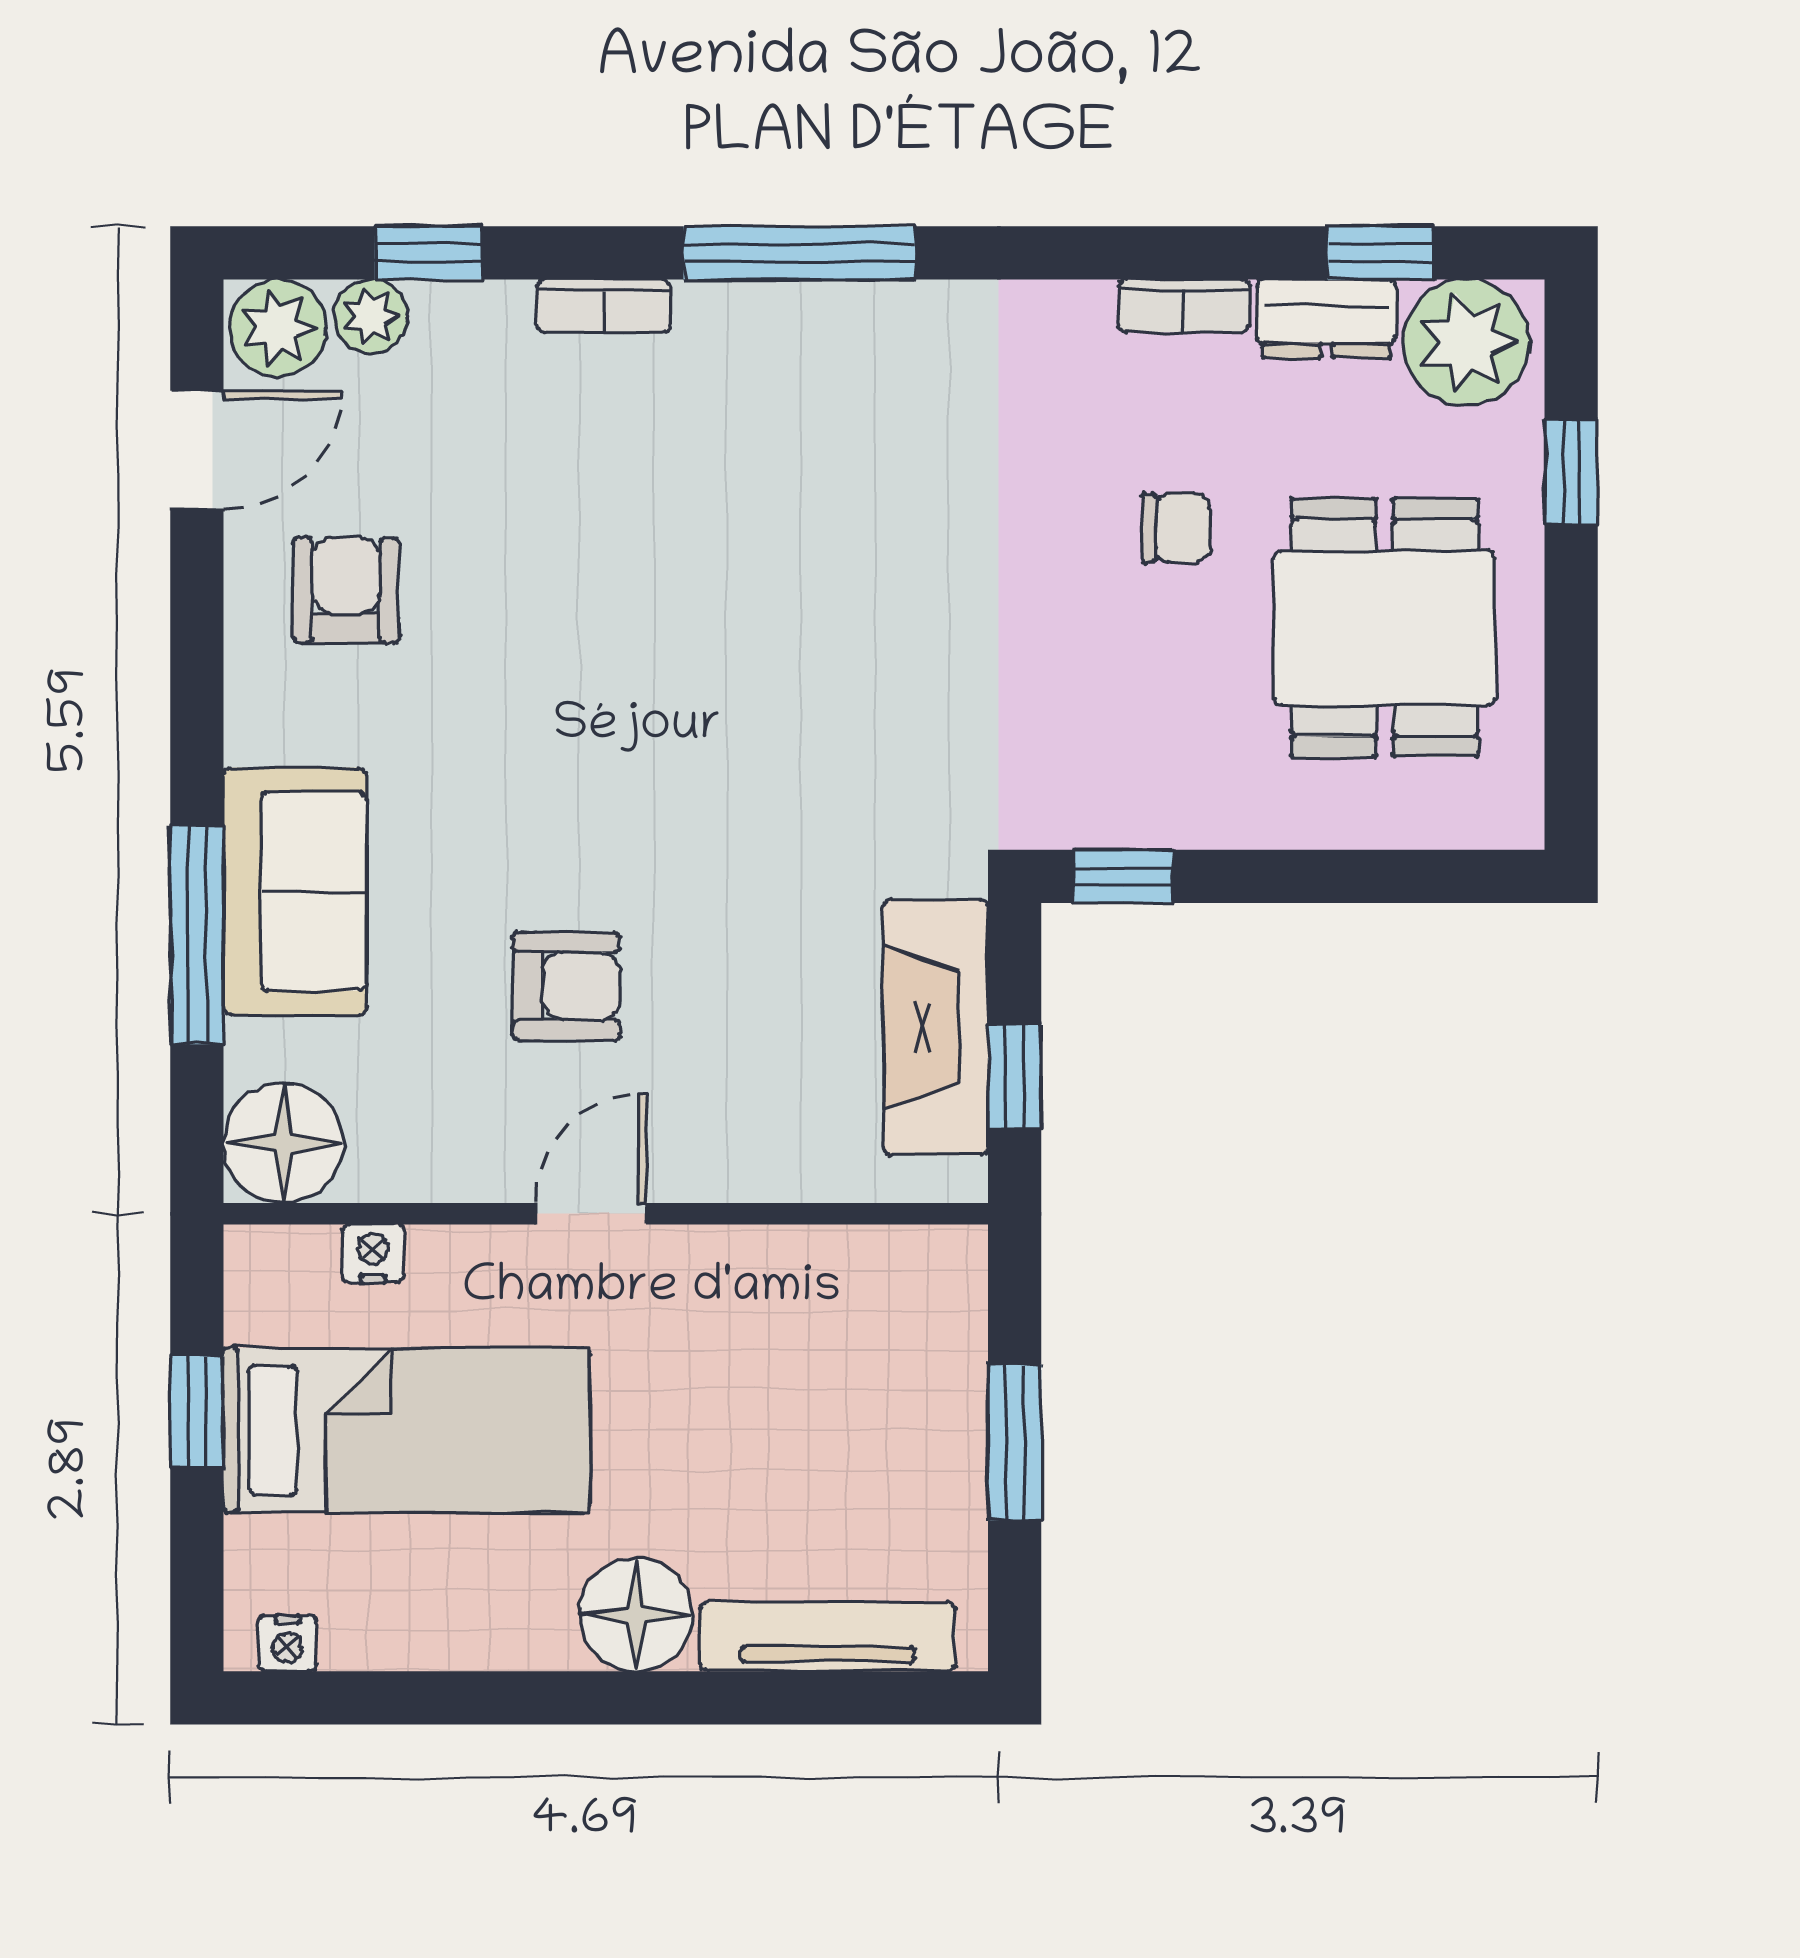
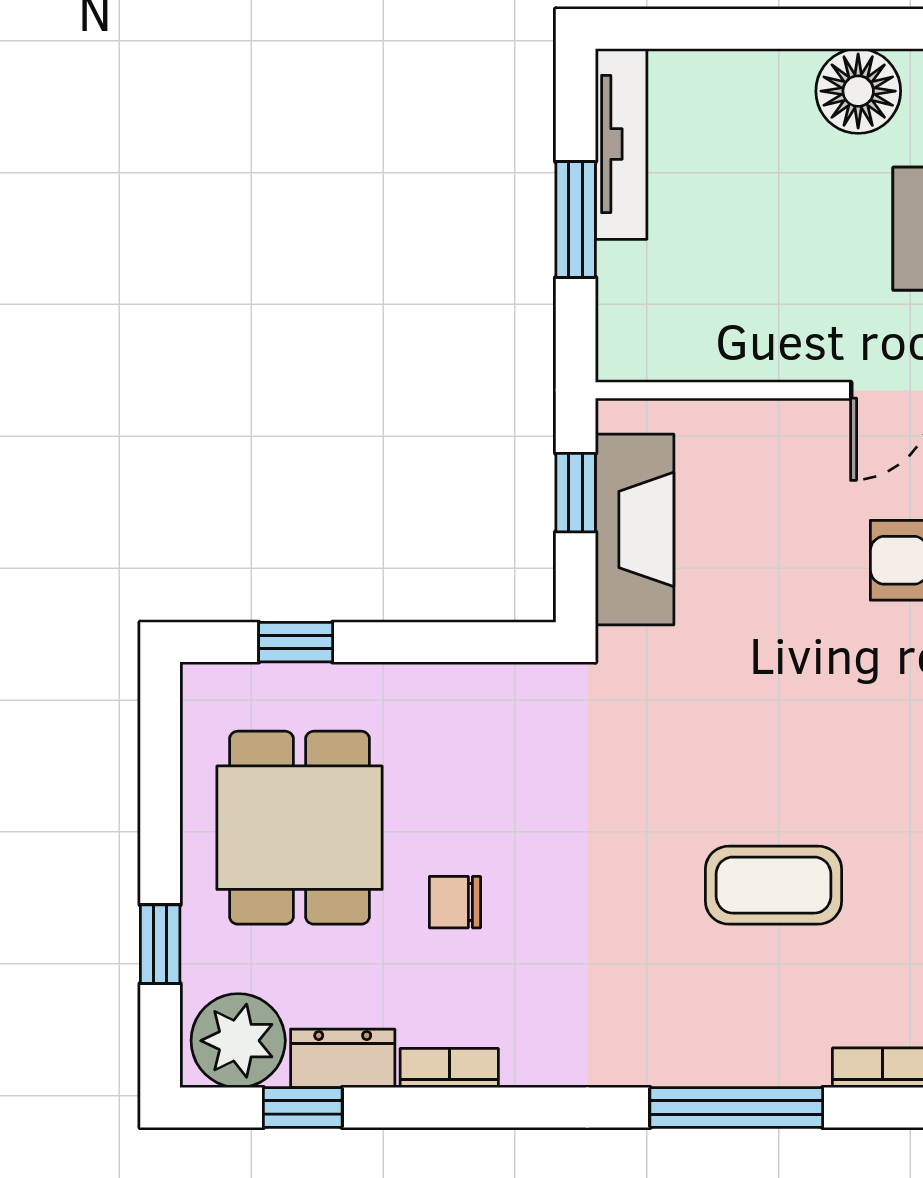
coffee table: (750, 551) -> (773, 885), added
window: (1123, 876) -> (296, 642), moved
tv unit: (828, 1637) -> (621, 144), moved, turned -90

